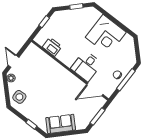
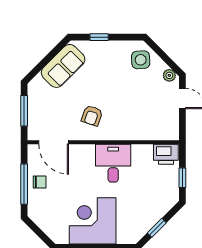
printer: (52, 47) -> (166, 154), moved
desk: (86, 66) -> (113, 163), moved
armchair: (65, 88) -> (92, 116), added
door: (95, 89) -> (54, 142), swing flipped

